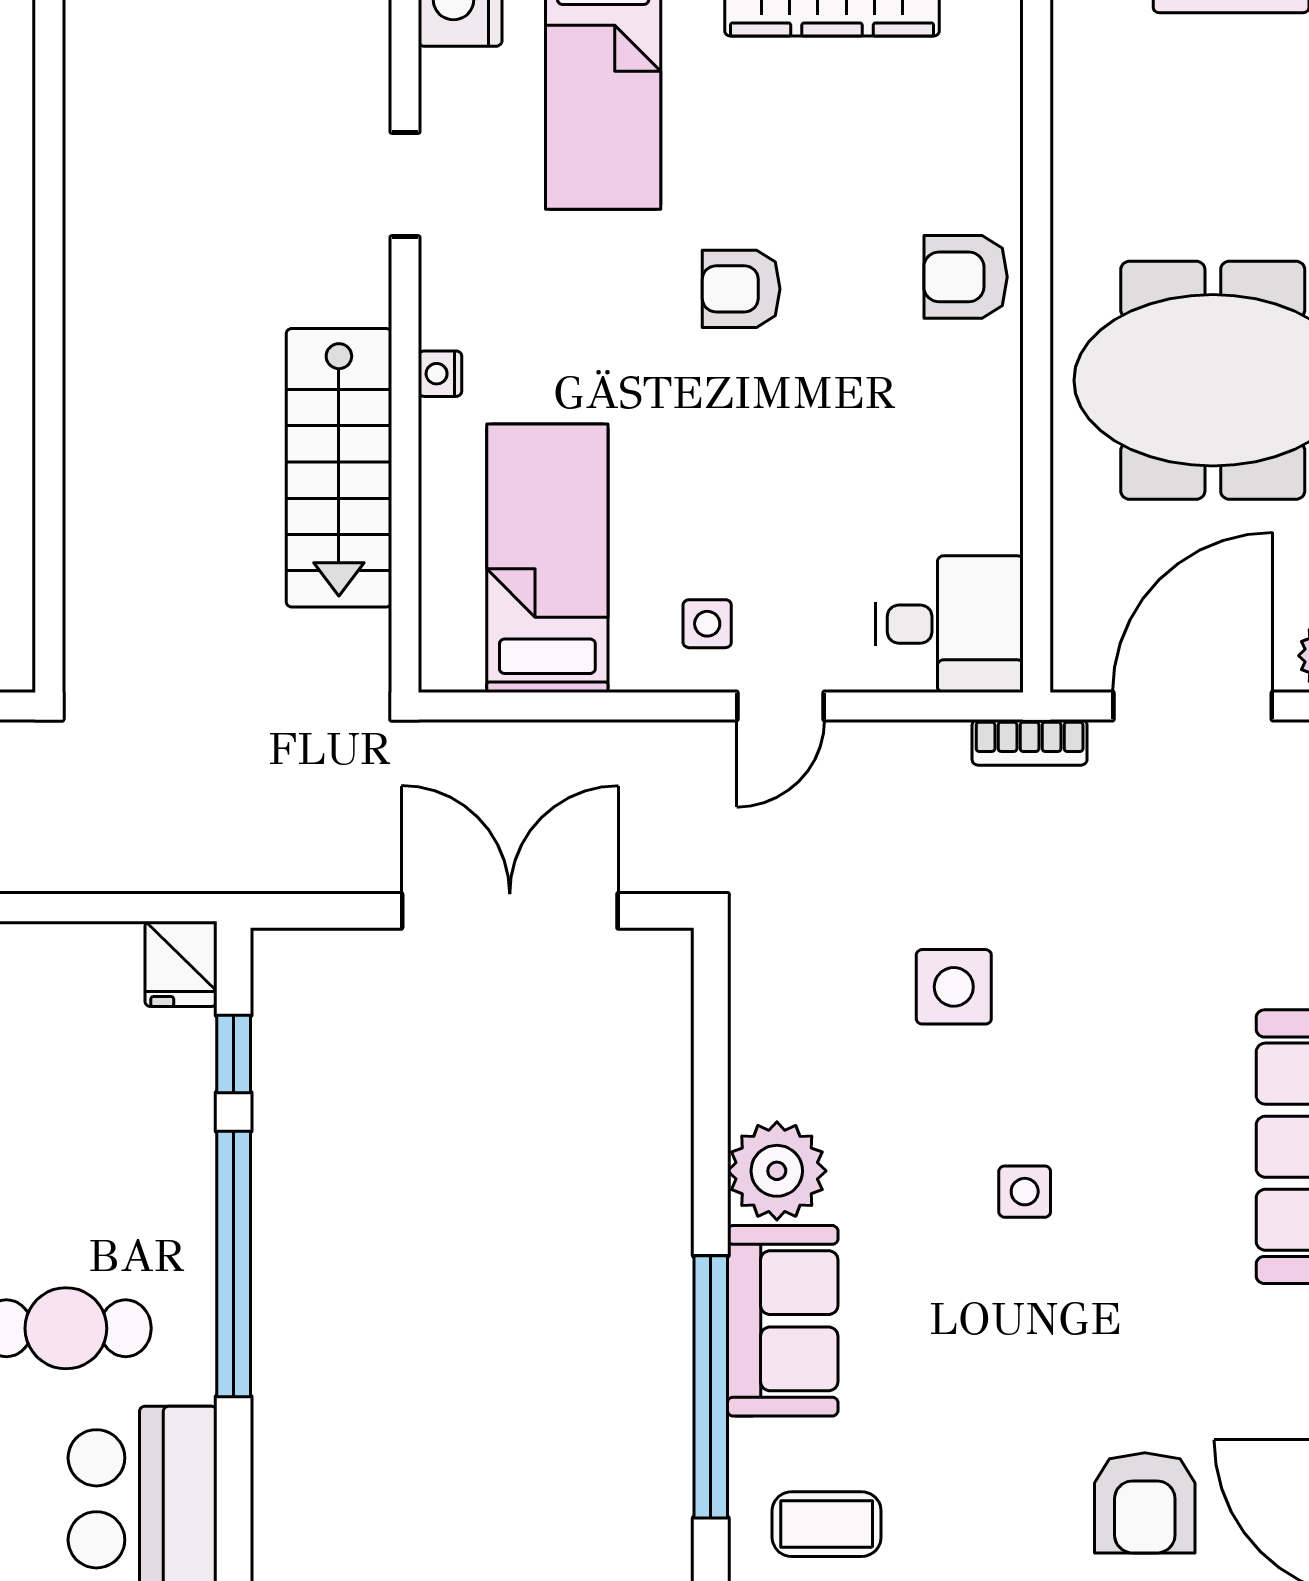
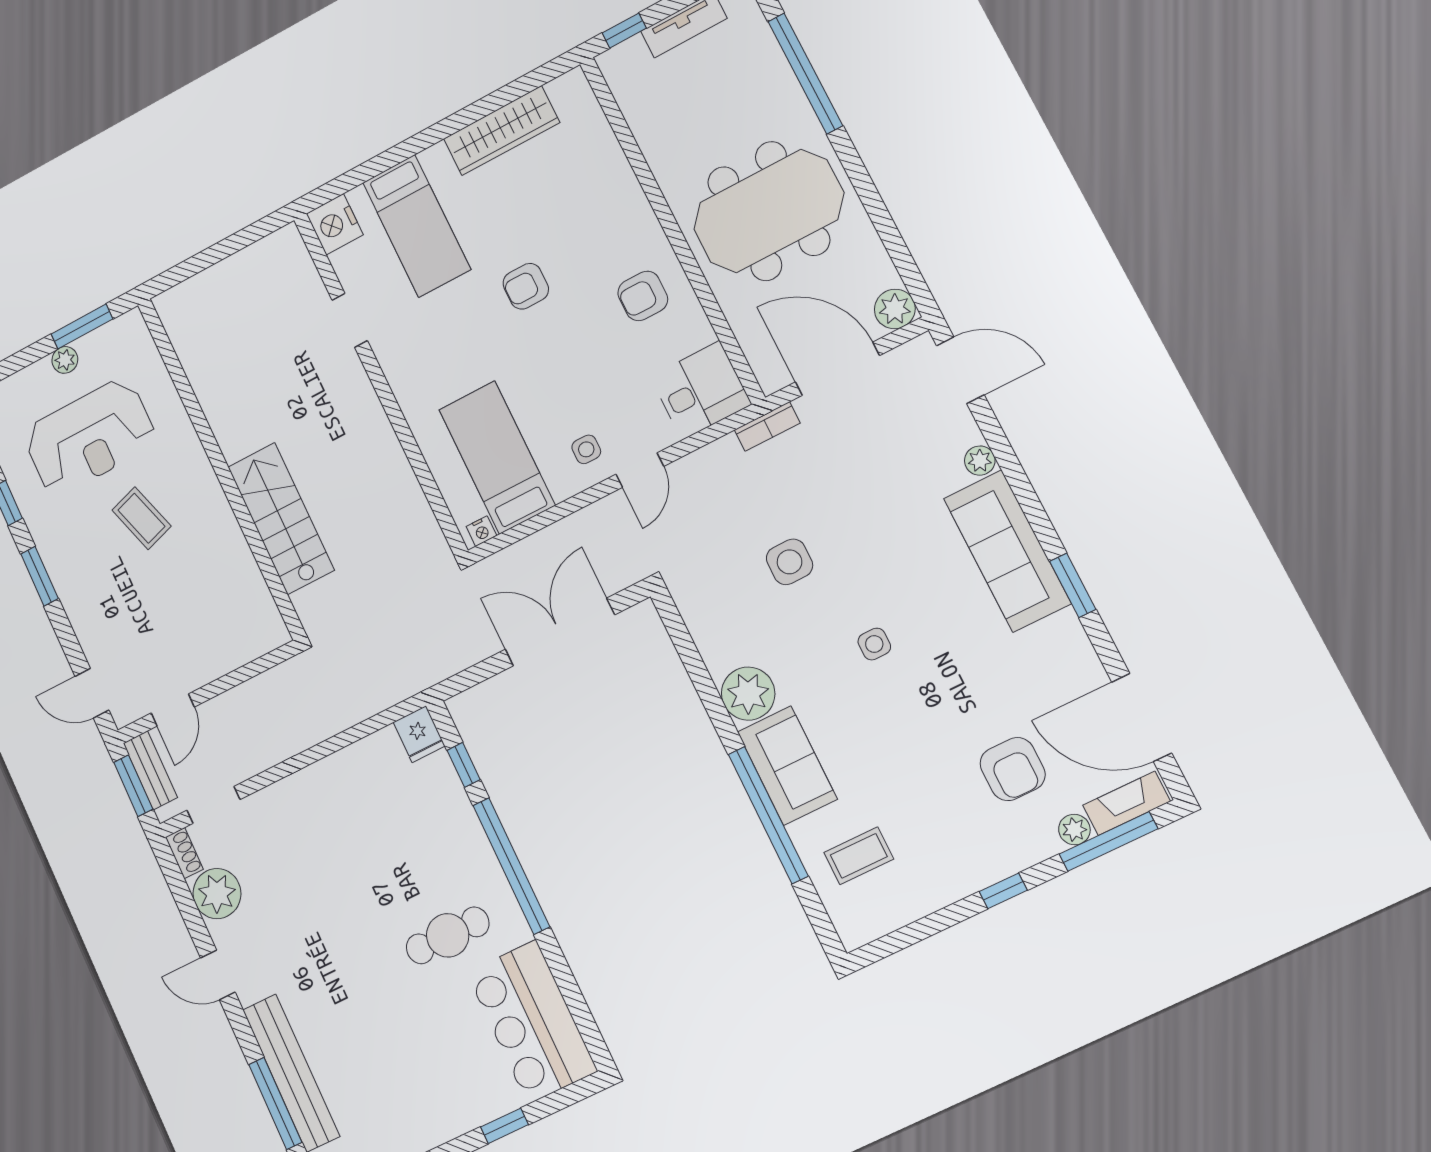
armchair: (966, 277) -> (643, 296), moved
nightstand: (440, 374) -> (481, 531), moved, turned -90
stairs: (339, 468) -> (281, 518), moved, turned 180
door: (1193, 706) -> (837, 369), hinge flipped

